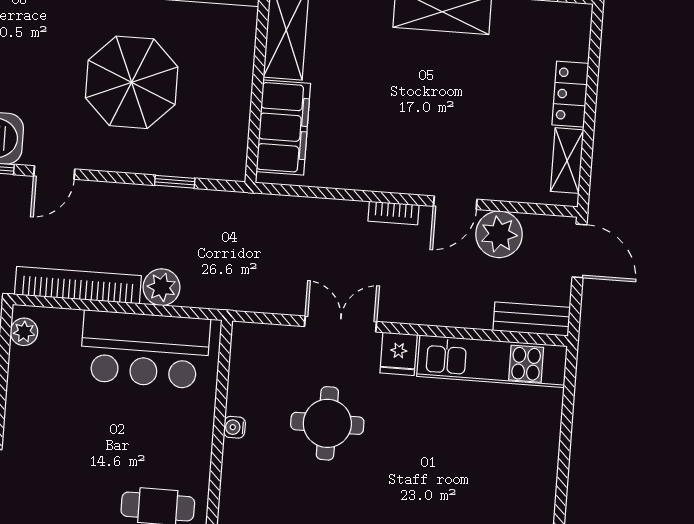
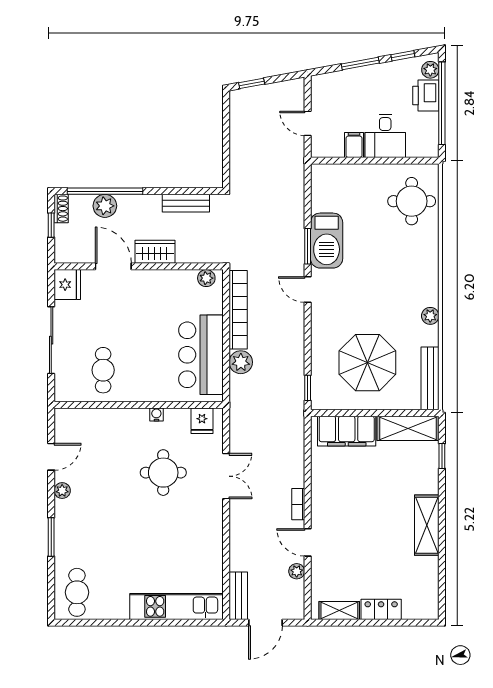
parasol: (132, 82) -> (367, 363), moved
window: (175, 182) -> (308, 388), moved
plant: (499, 234) -> (297, 571), width x0.53, depth x0.53
door: (580, 251) -> (265, 623), moved
fridge: (399, 354) -> (202, 421), moved, turned -90
kitchen unit: (492, 361) -> (177, 606), moved, turned 90

